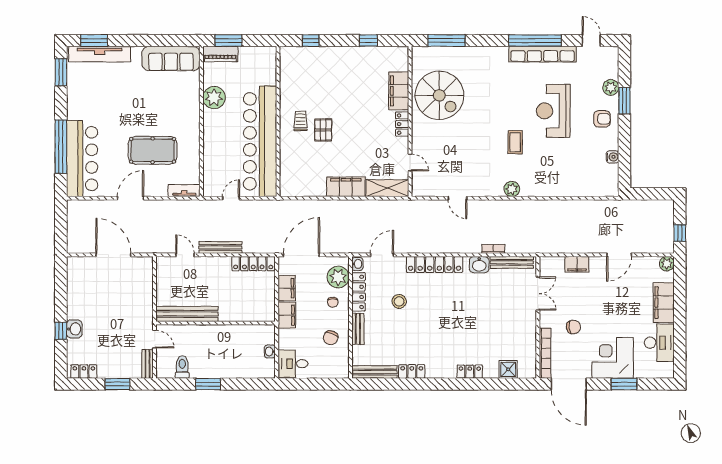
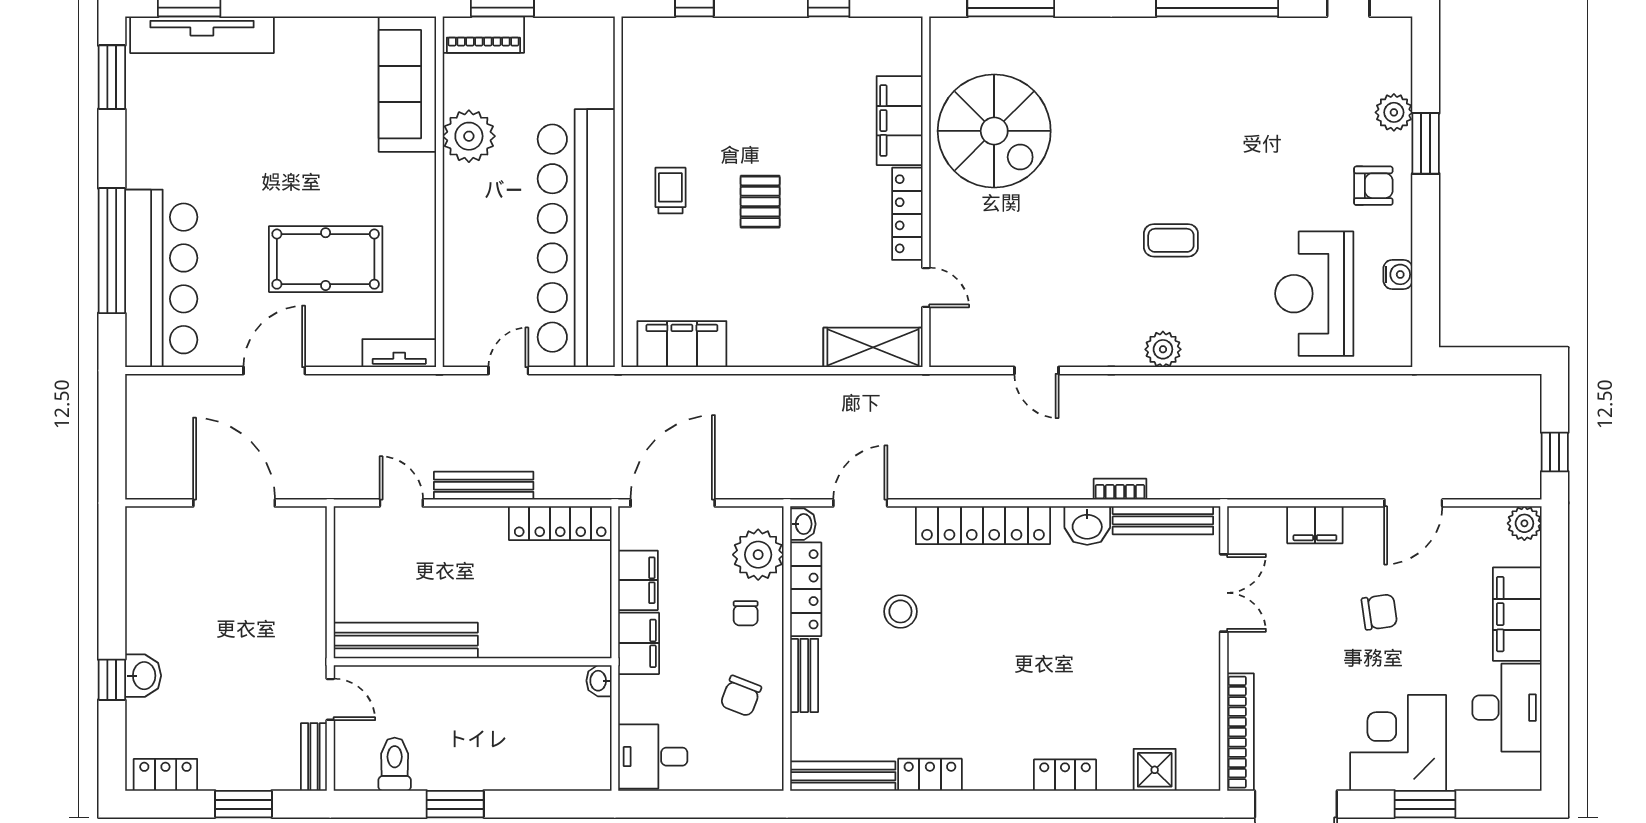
row of seats: (543, 54) -> (1235, 35), removed
sofa: (171, 59) -> (407, 84), moved, turned 90
reception desk: (553, 111) -> (1314, 294), moved
locker: (402, 124) -> (907, 214), width x1.53
pallet: (323, 130) -> (760, 202), moved
coffee table: (515, 142) -> (1171, 240), turned 90
filing cabinet: (346, 187) -> (682, 344), moved
chair: (573, 327) -> (1379, 612), moved
washbasin: (270, 351) -> (599, 681), moved

